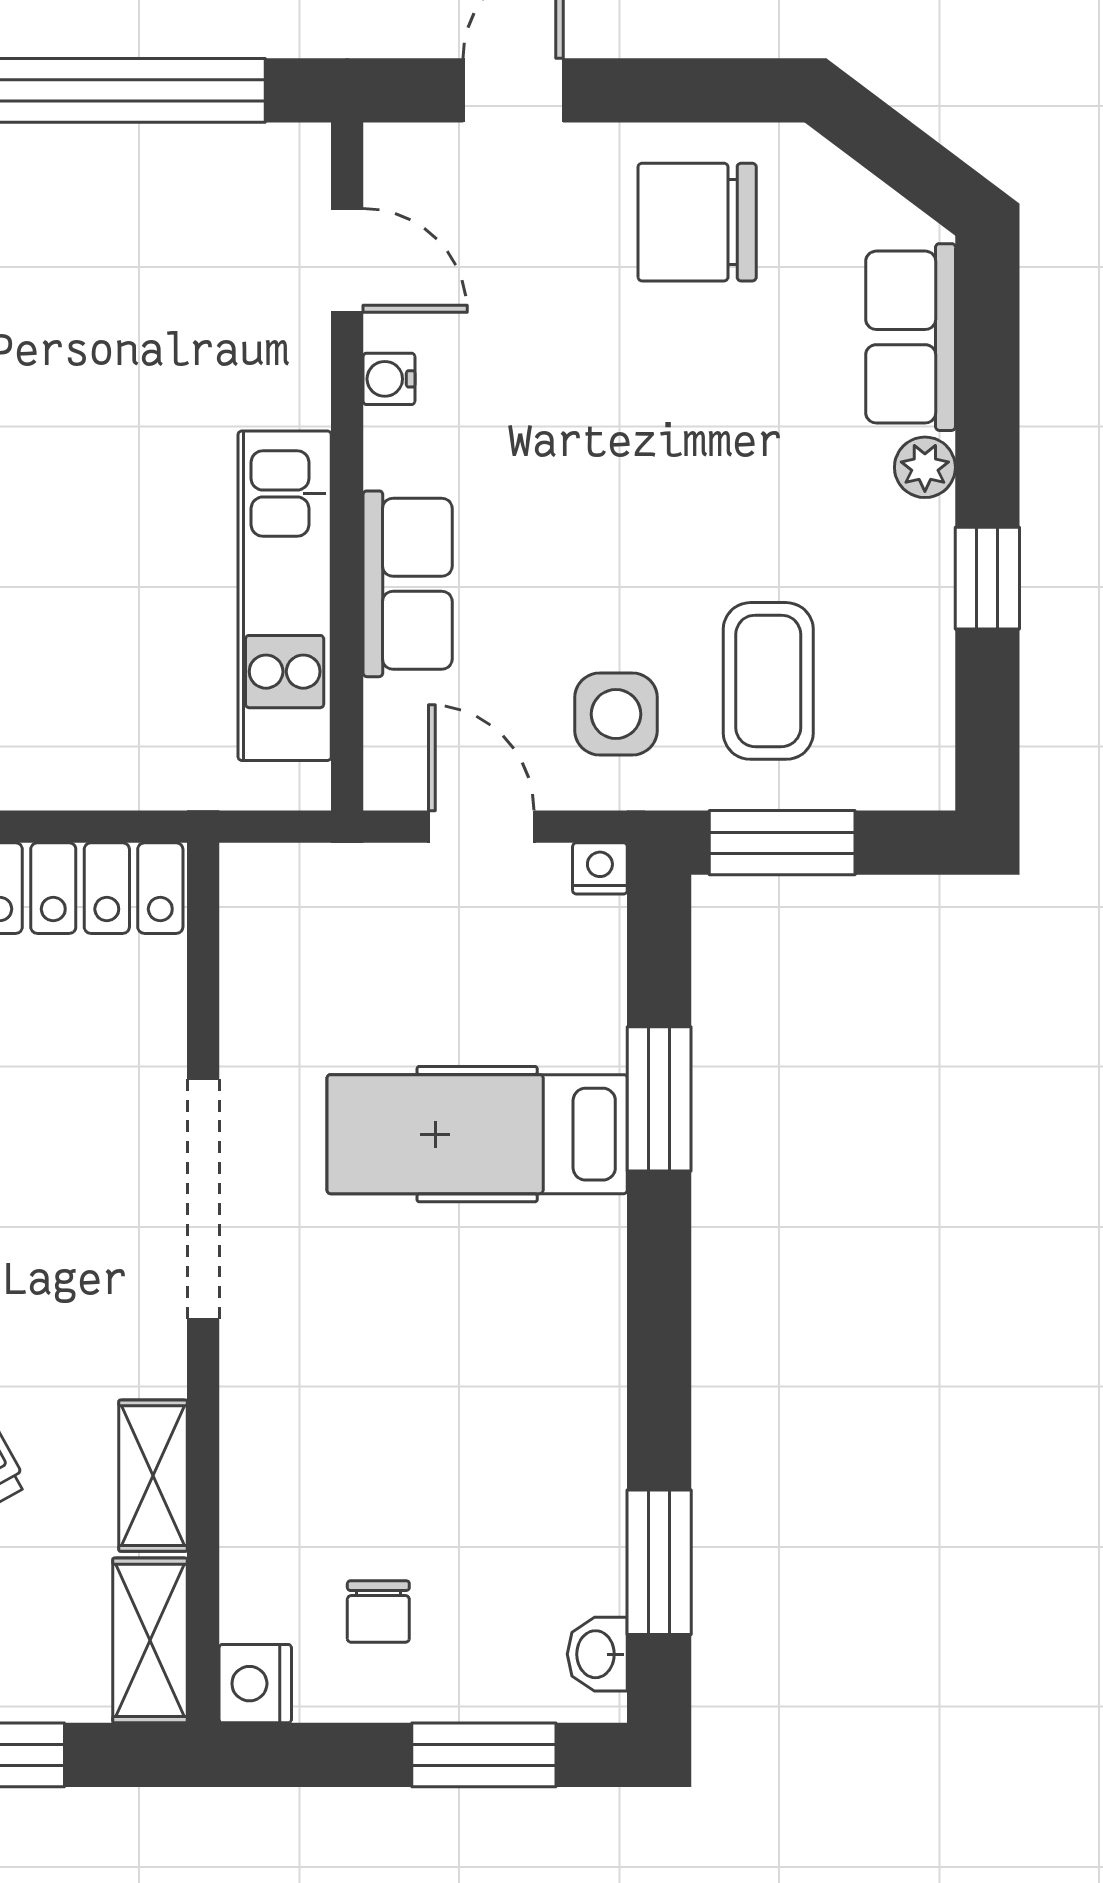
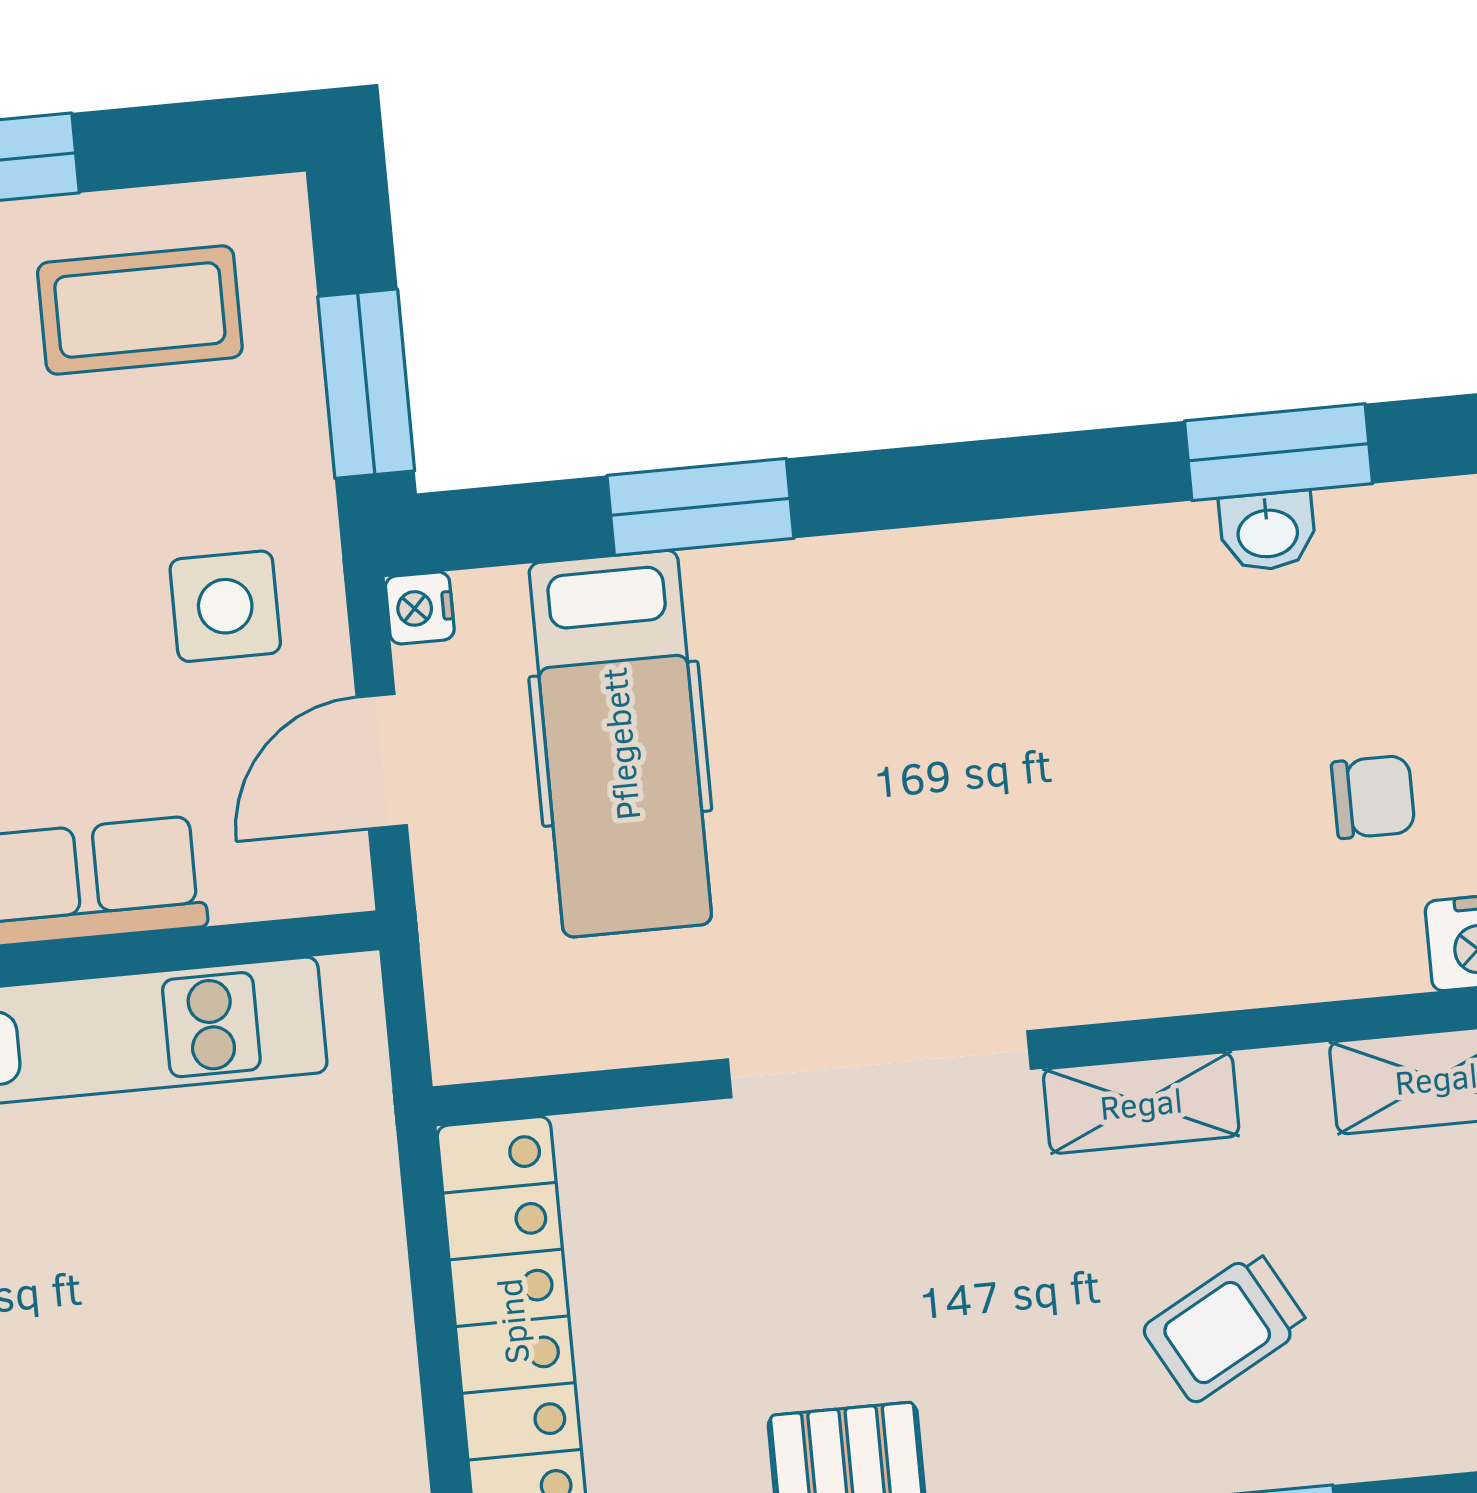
coffee table: (768, 681) -> (140, 310), moved
hospital bed: (477, 1134) -> (620, 744), moved
shelving: (153, 1476) -> (1141, 1103), moved
washbasin: (597, 1654) -> (1268, 531), moved

